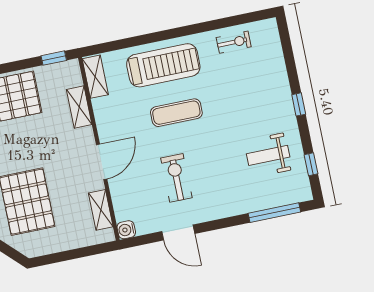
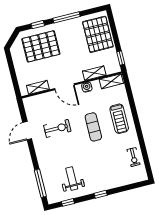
treadmill: (163, 65) -> (119, 119), width x0.73, depth x0.73
water cooler: (126, 230) -> (87, 87), moved

